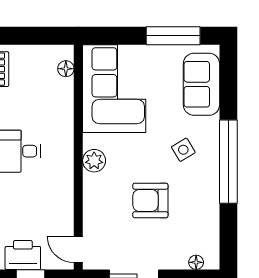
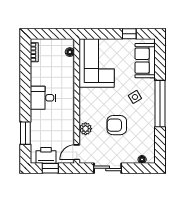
window: (173, 36) -> (129, 34), width x0.46
plant: (94, 161) -> (85, 129), moved
door: (78, 249) -> (77, 152), hinge flipped

